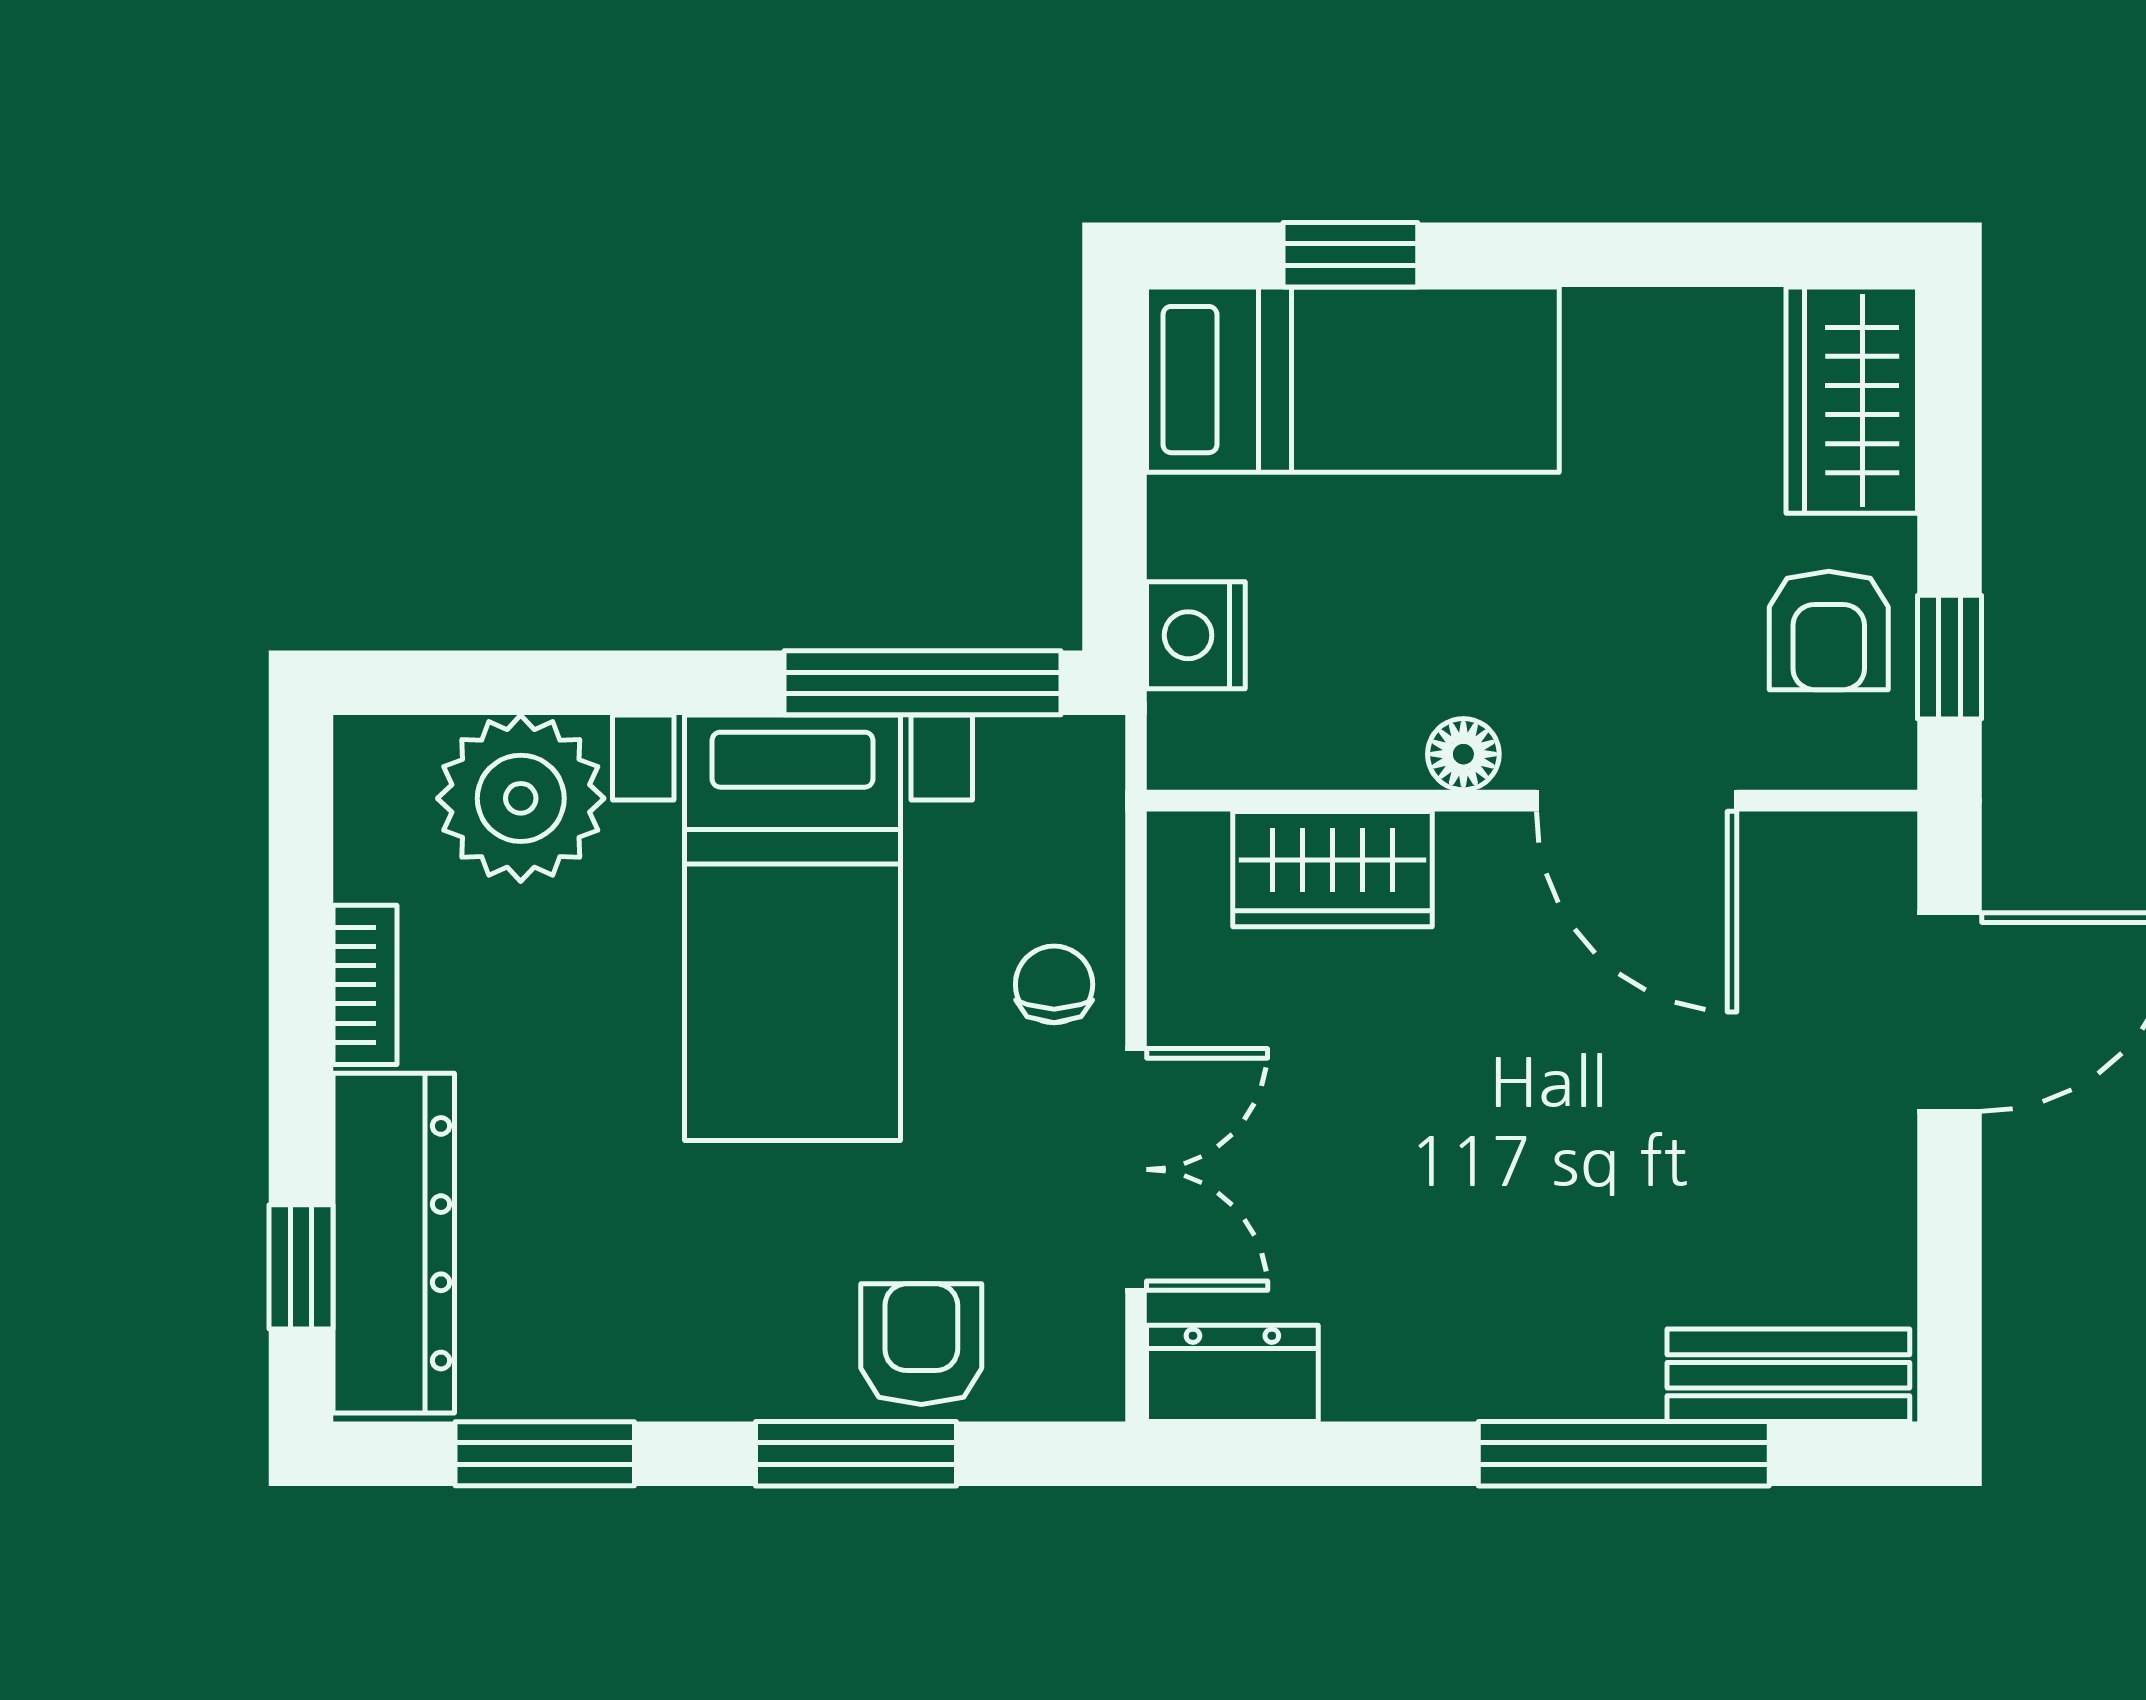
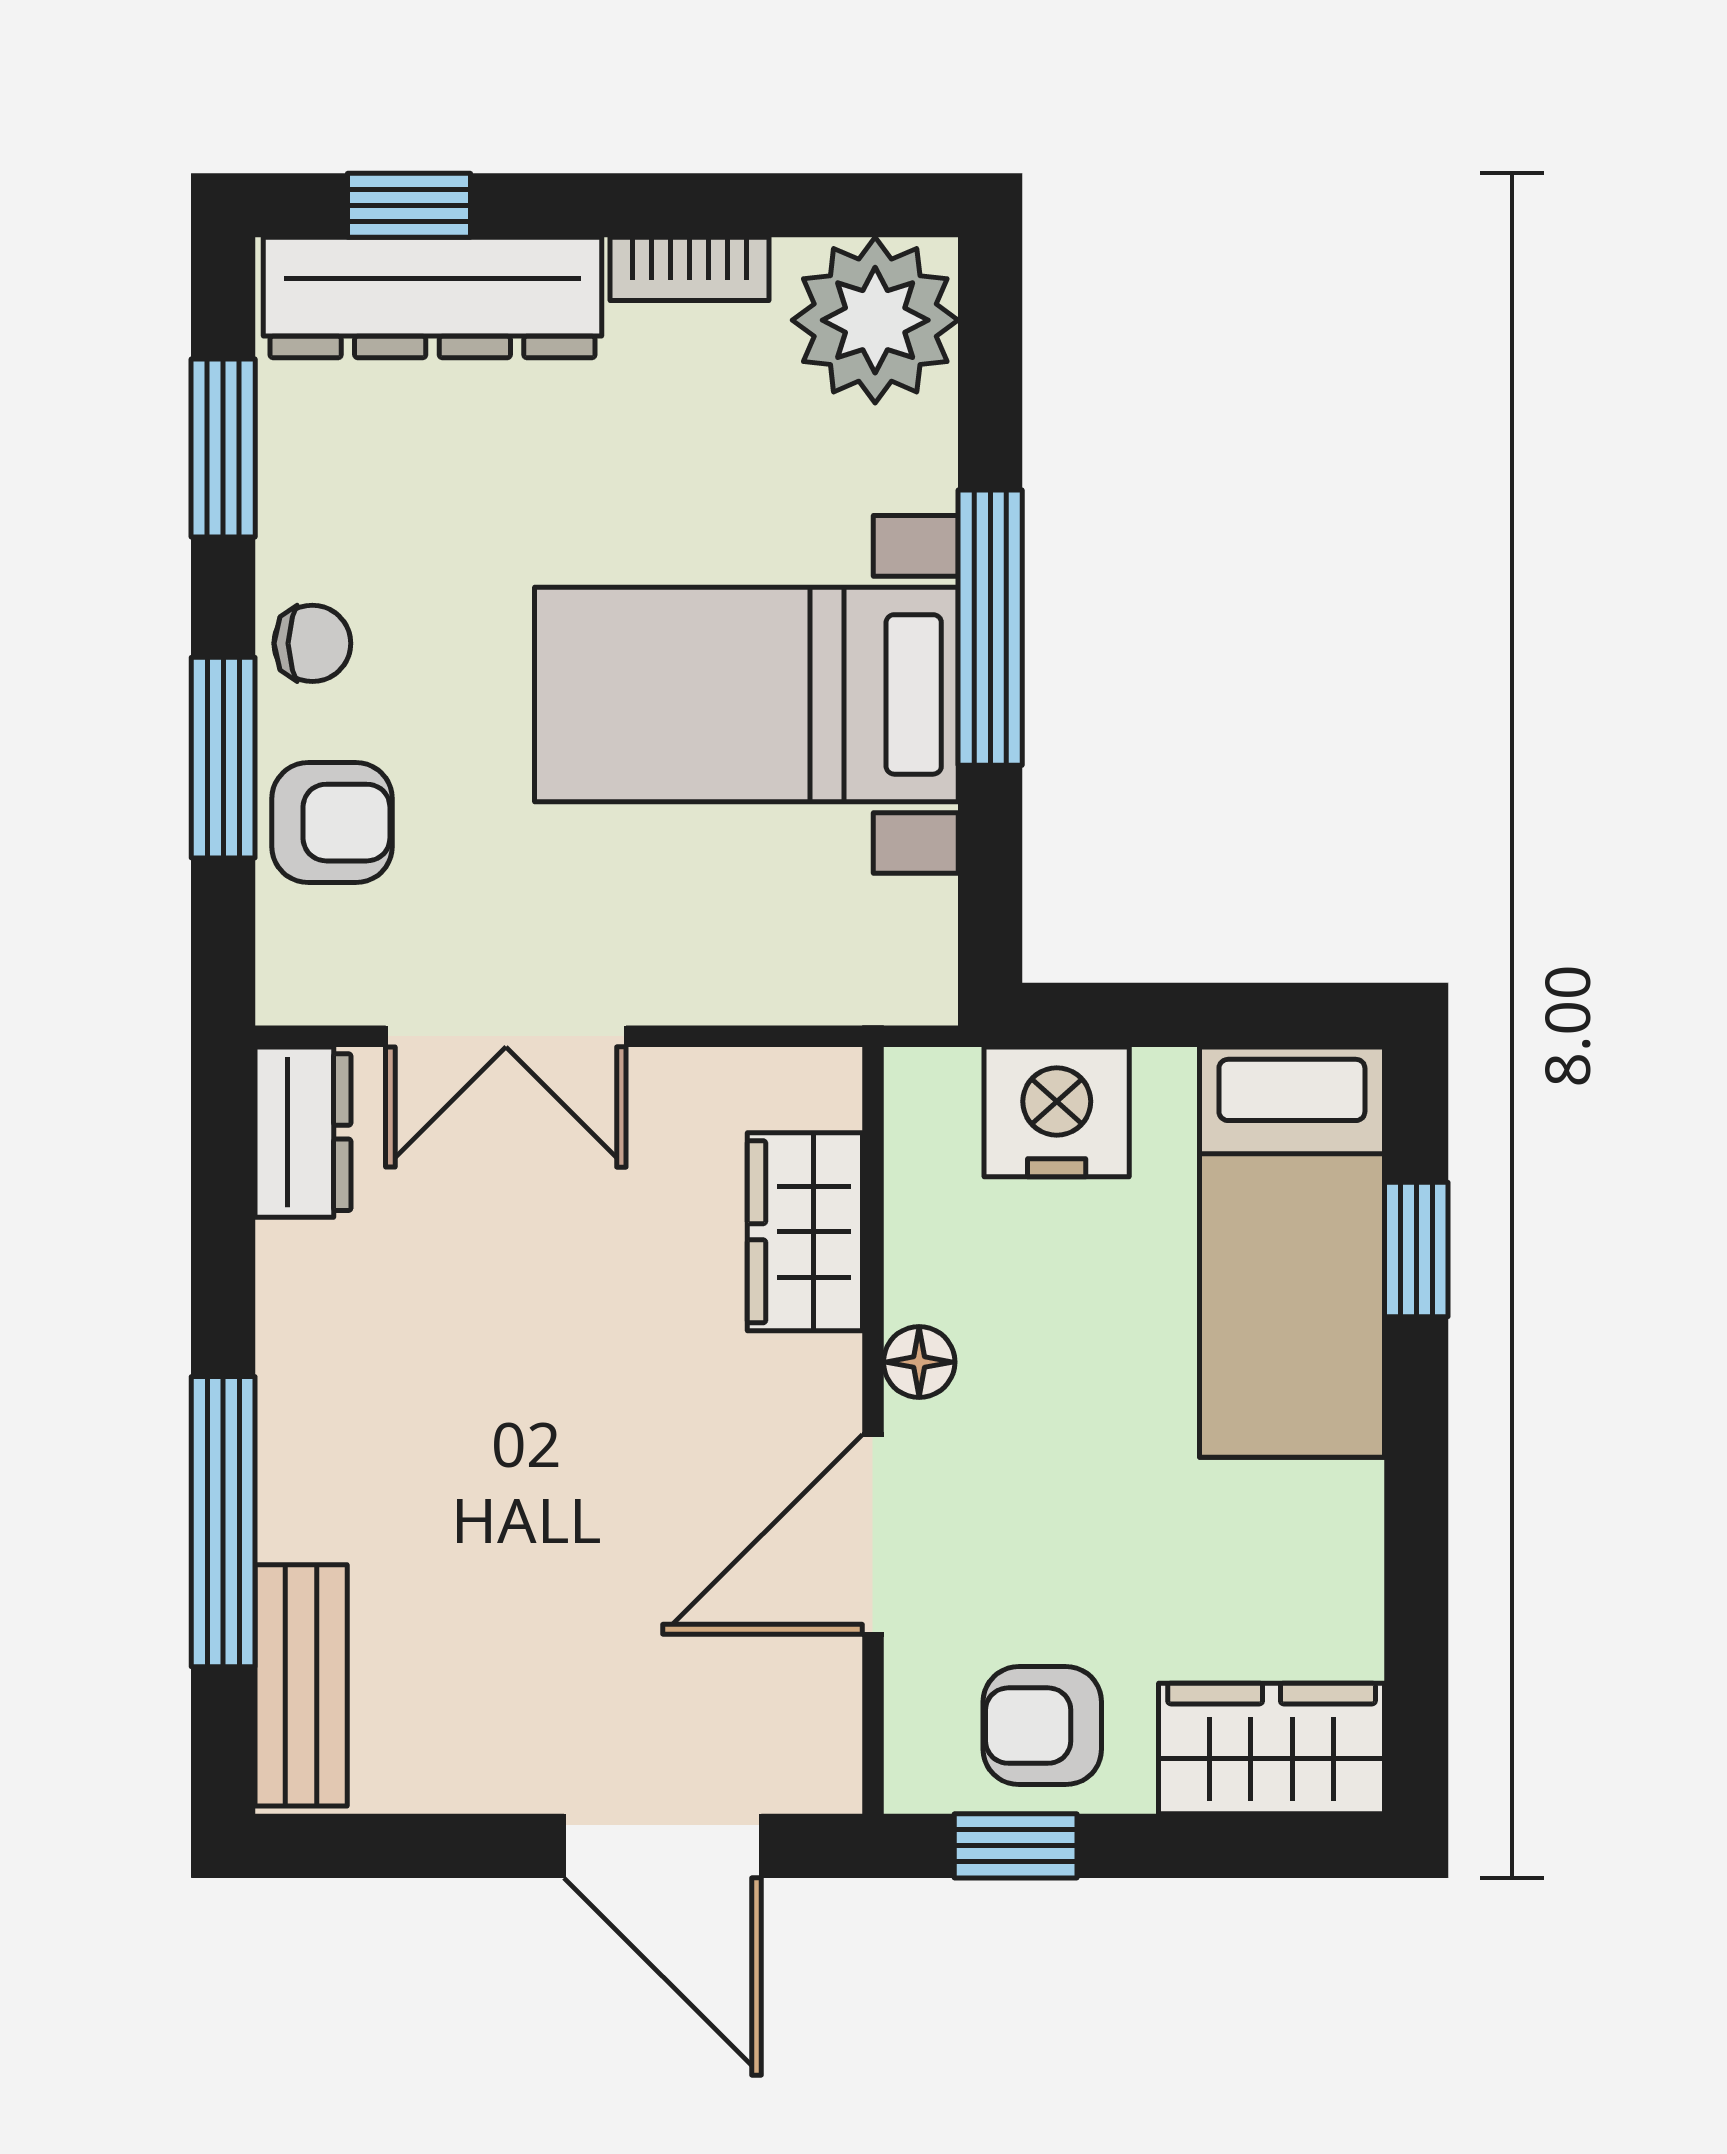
nightstand: (1196, 635) -> (1057, 1112), width x1.36, depth x1.33
window: (922, 683) -> (990, 628), moved
plant: (521, 798) -> (875, 320), moved
chair: (1054, 984) -> (312, 643), moved

